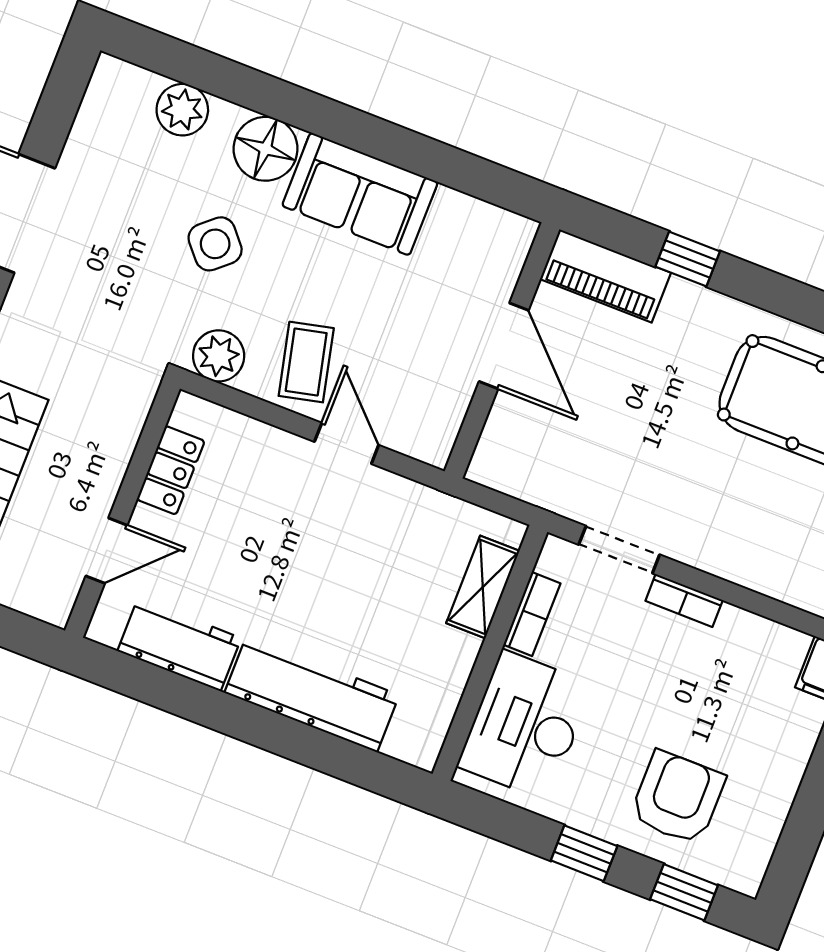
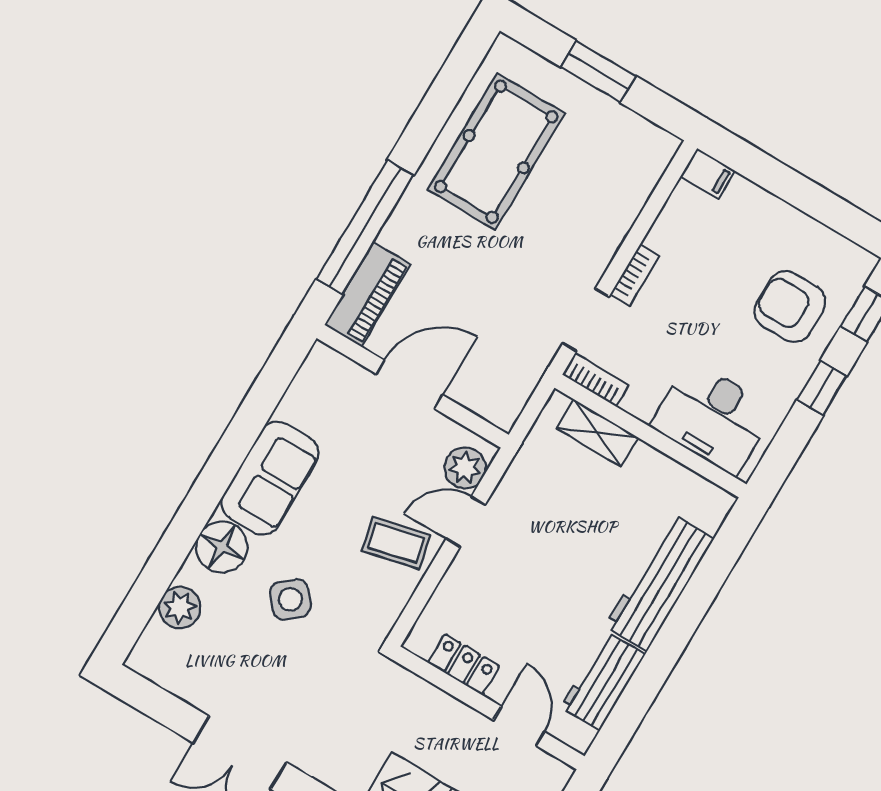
window: (688, 259) -> (365, 227), width x3.17
plant: (219, 356) -> (465, 468), moved
bookcase: (532, 614) -> (596, 380), moved

